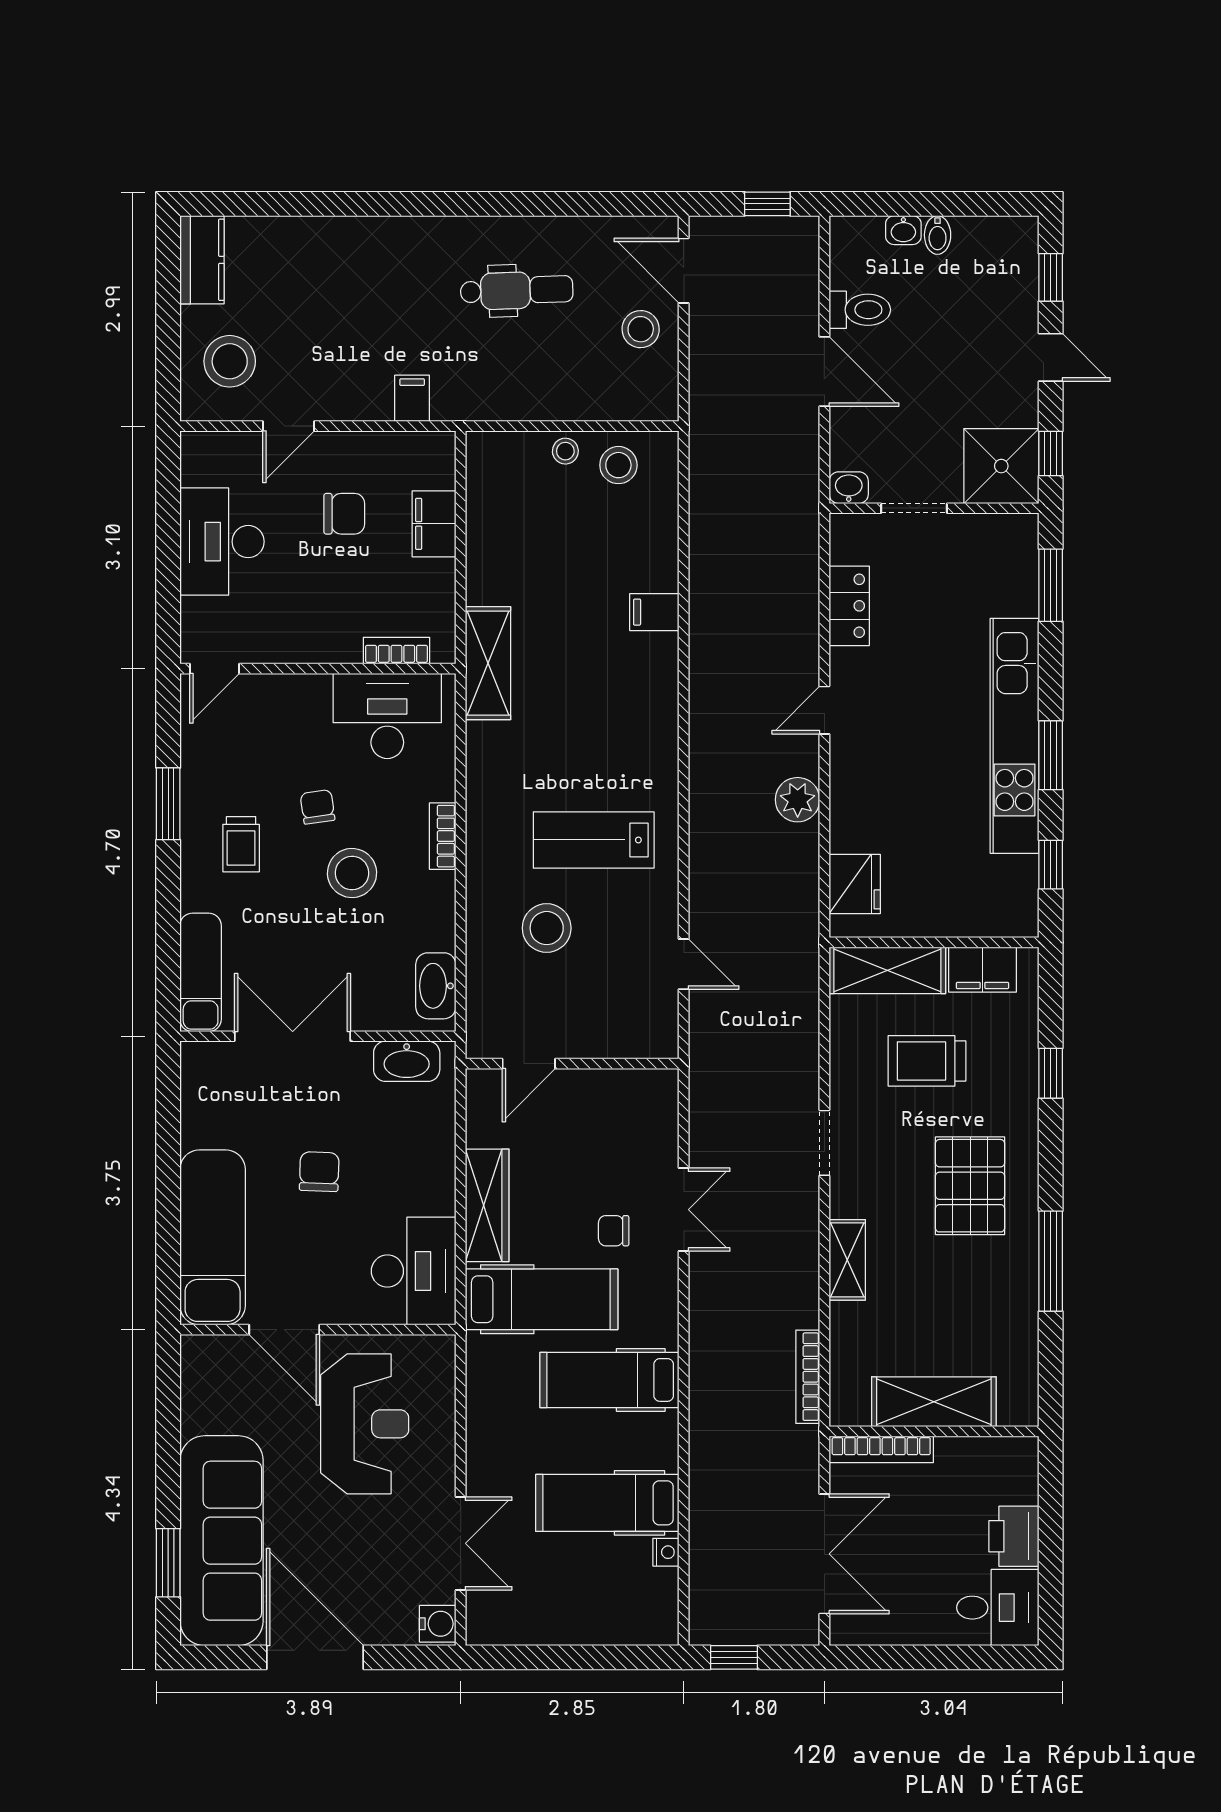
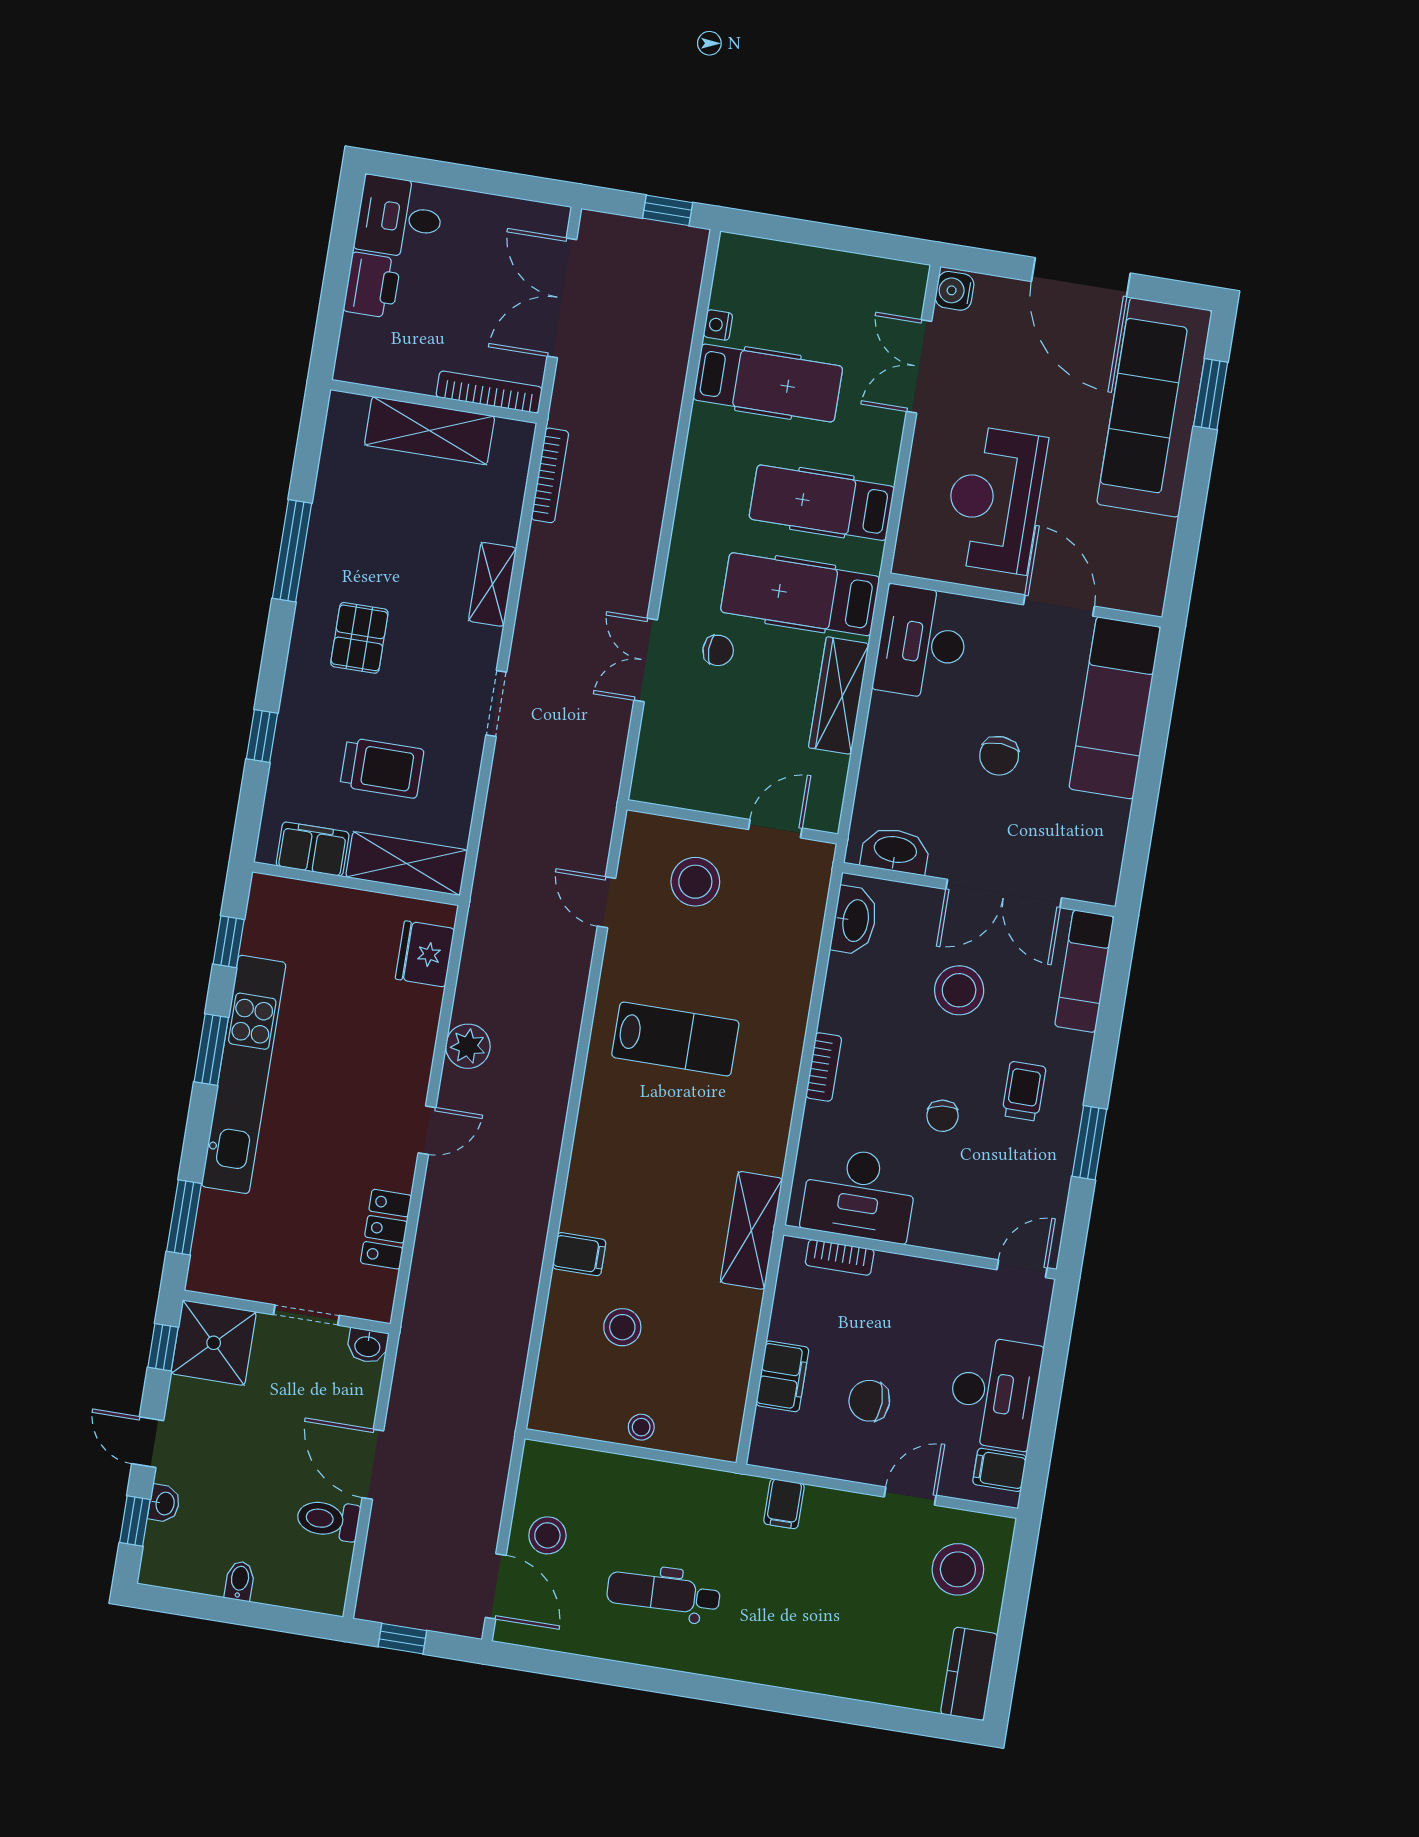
washbasin: (903, 230) -> (164, 1503), moved, turned 90
stool: (618, 465) -> (622, 1327), moved
filing cabinet: (205, 466) -> (1000, 1470), added
stool: (352, 873) -> (959, 990), moved
stool: (547, 928) -> (695, 882), moved
pallet: (970, 1186) -> (359, 638), width x0.67, depth x0.71
hospital bed: (609, 1380) -> (822, 503), moved, turned 180

